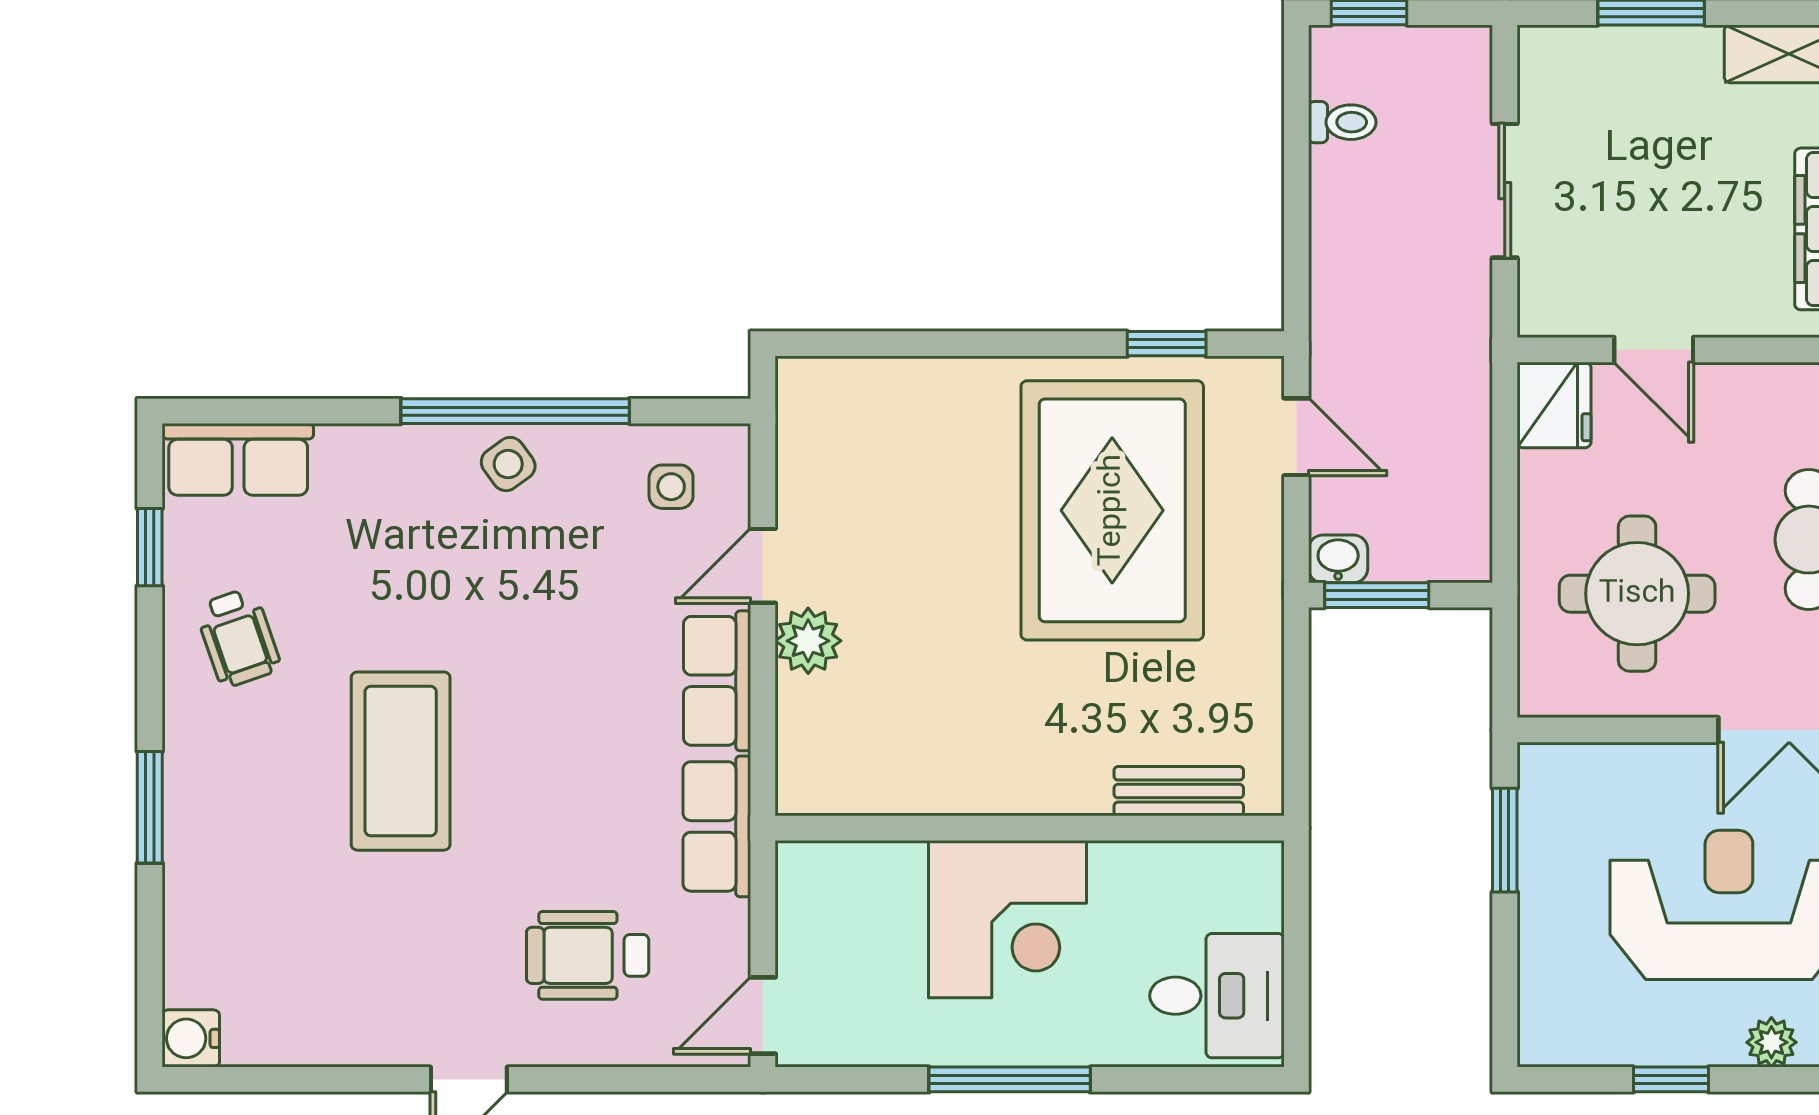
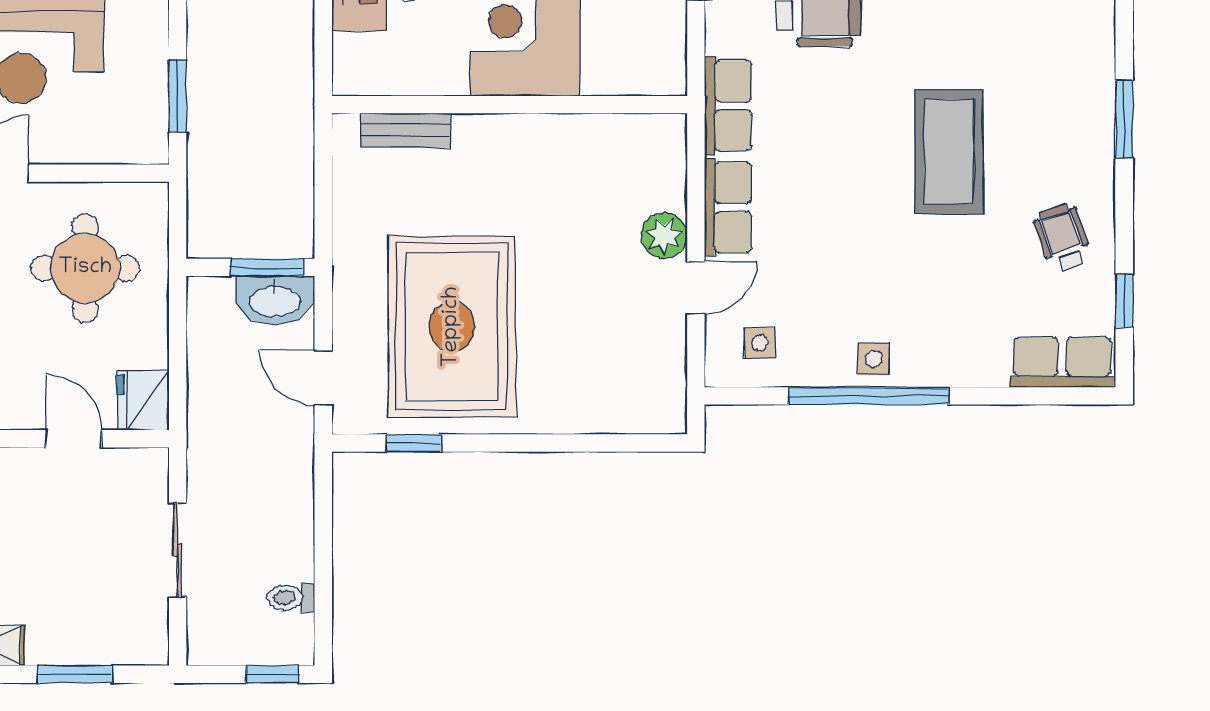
side table: (508, 464) -> (874, 359), turned 36
washbasin: (1338, 559) -> (275, 300), width x1.91, depth x1.45

